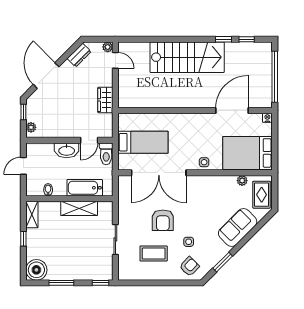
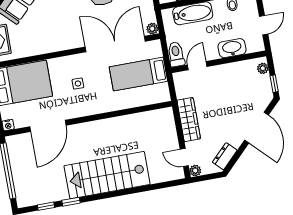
wardrobe: (105, 100) -> (189, 120), width x1.50
washbasin: (67, 150) -> (232, 48), moved
side table: (204, 162) -> (78, 84), moved
plant: (242, 181) -> (152, 29), moved

